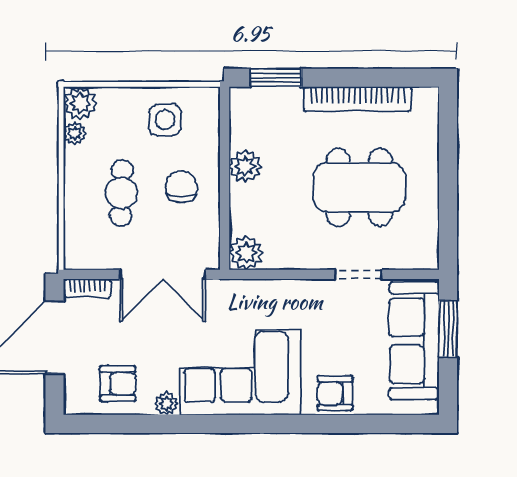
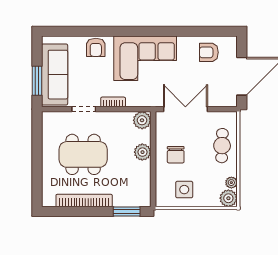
plant: (245, 166) -> (142, 152), moved
cafe table: (121, 193) -> (222, 146), moved
bookcase: (87, 288) -> (113, 102), moved
armchair: (335, 393) -> (96, 47), turned 90
plant: (166, 404) -> (184, 42), removed

